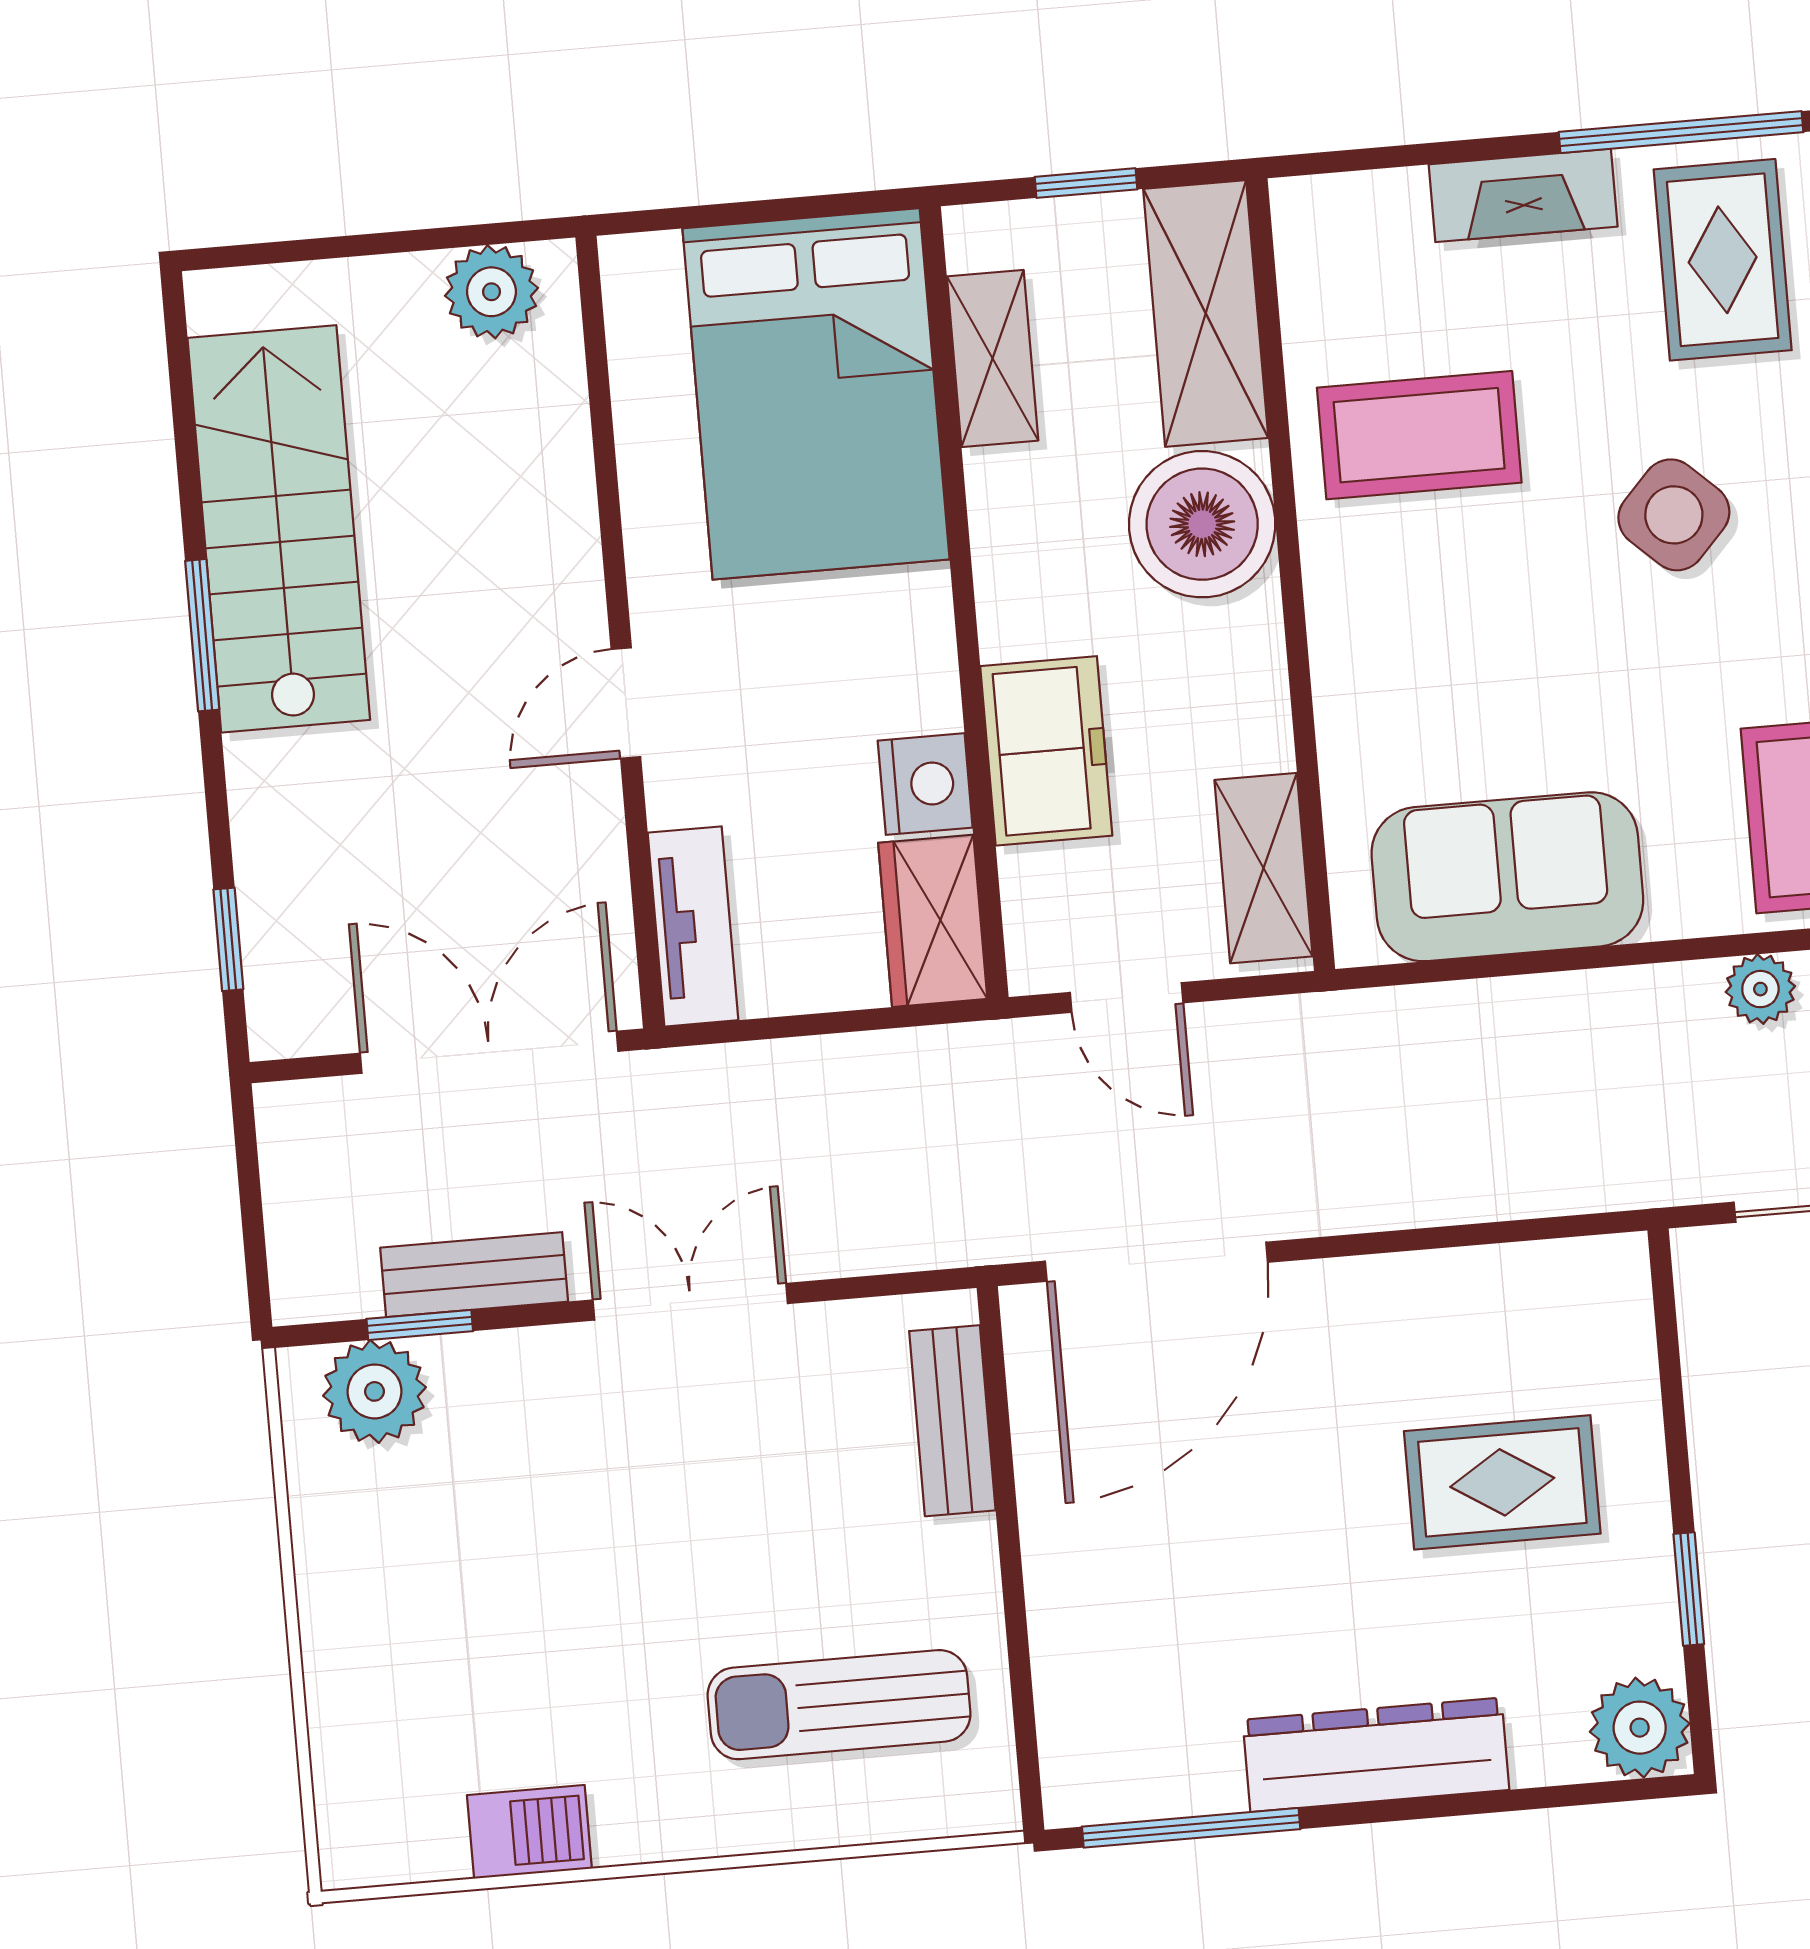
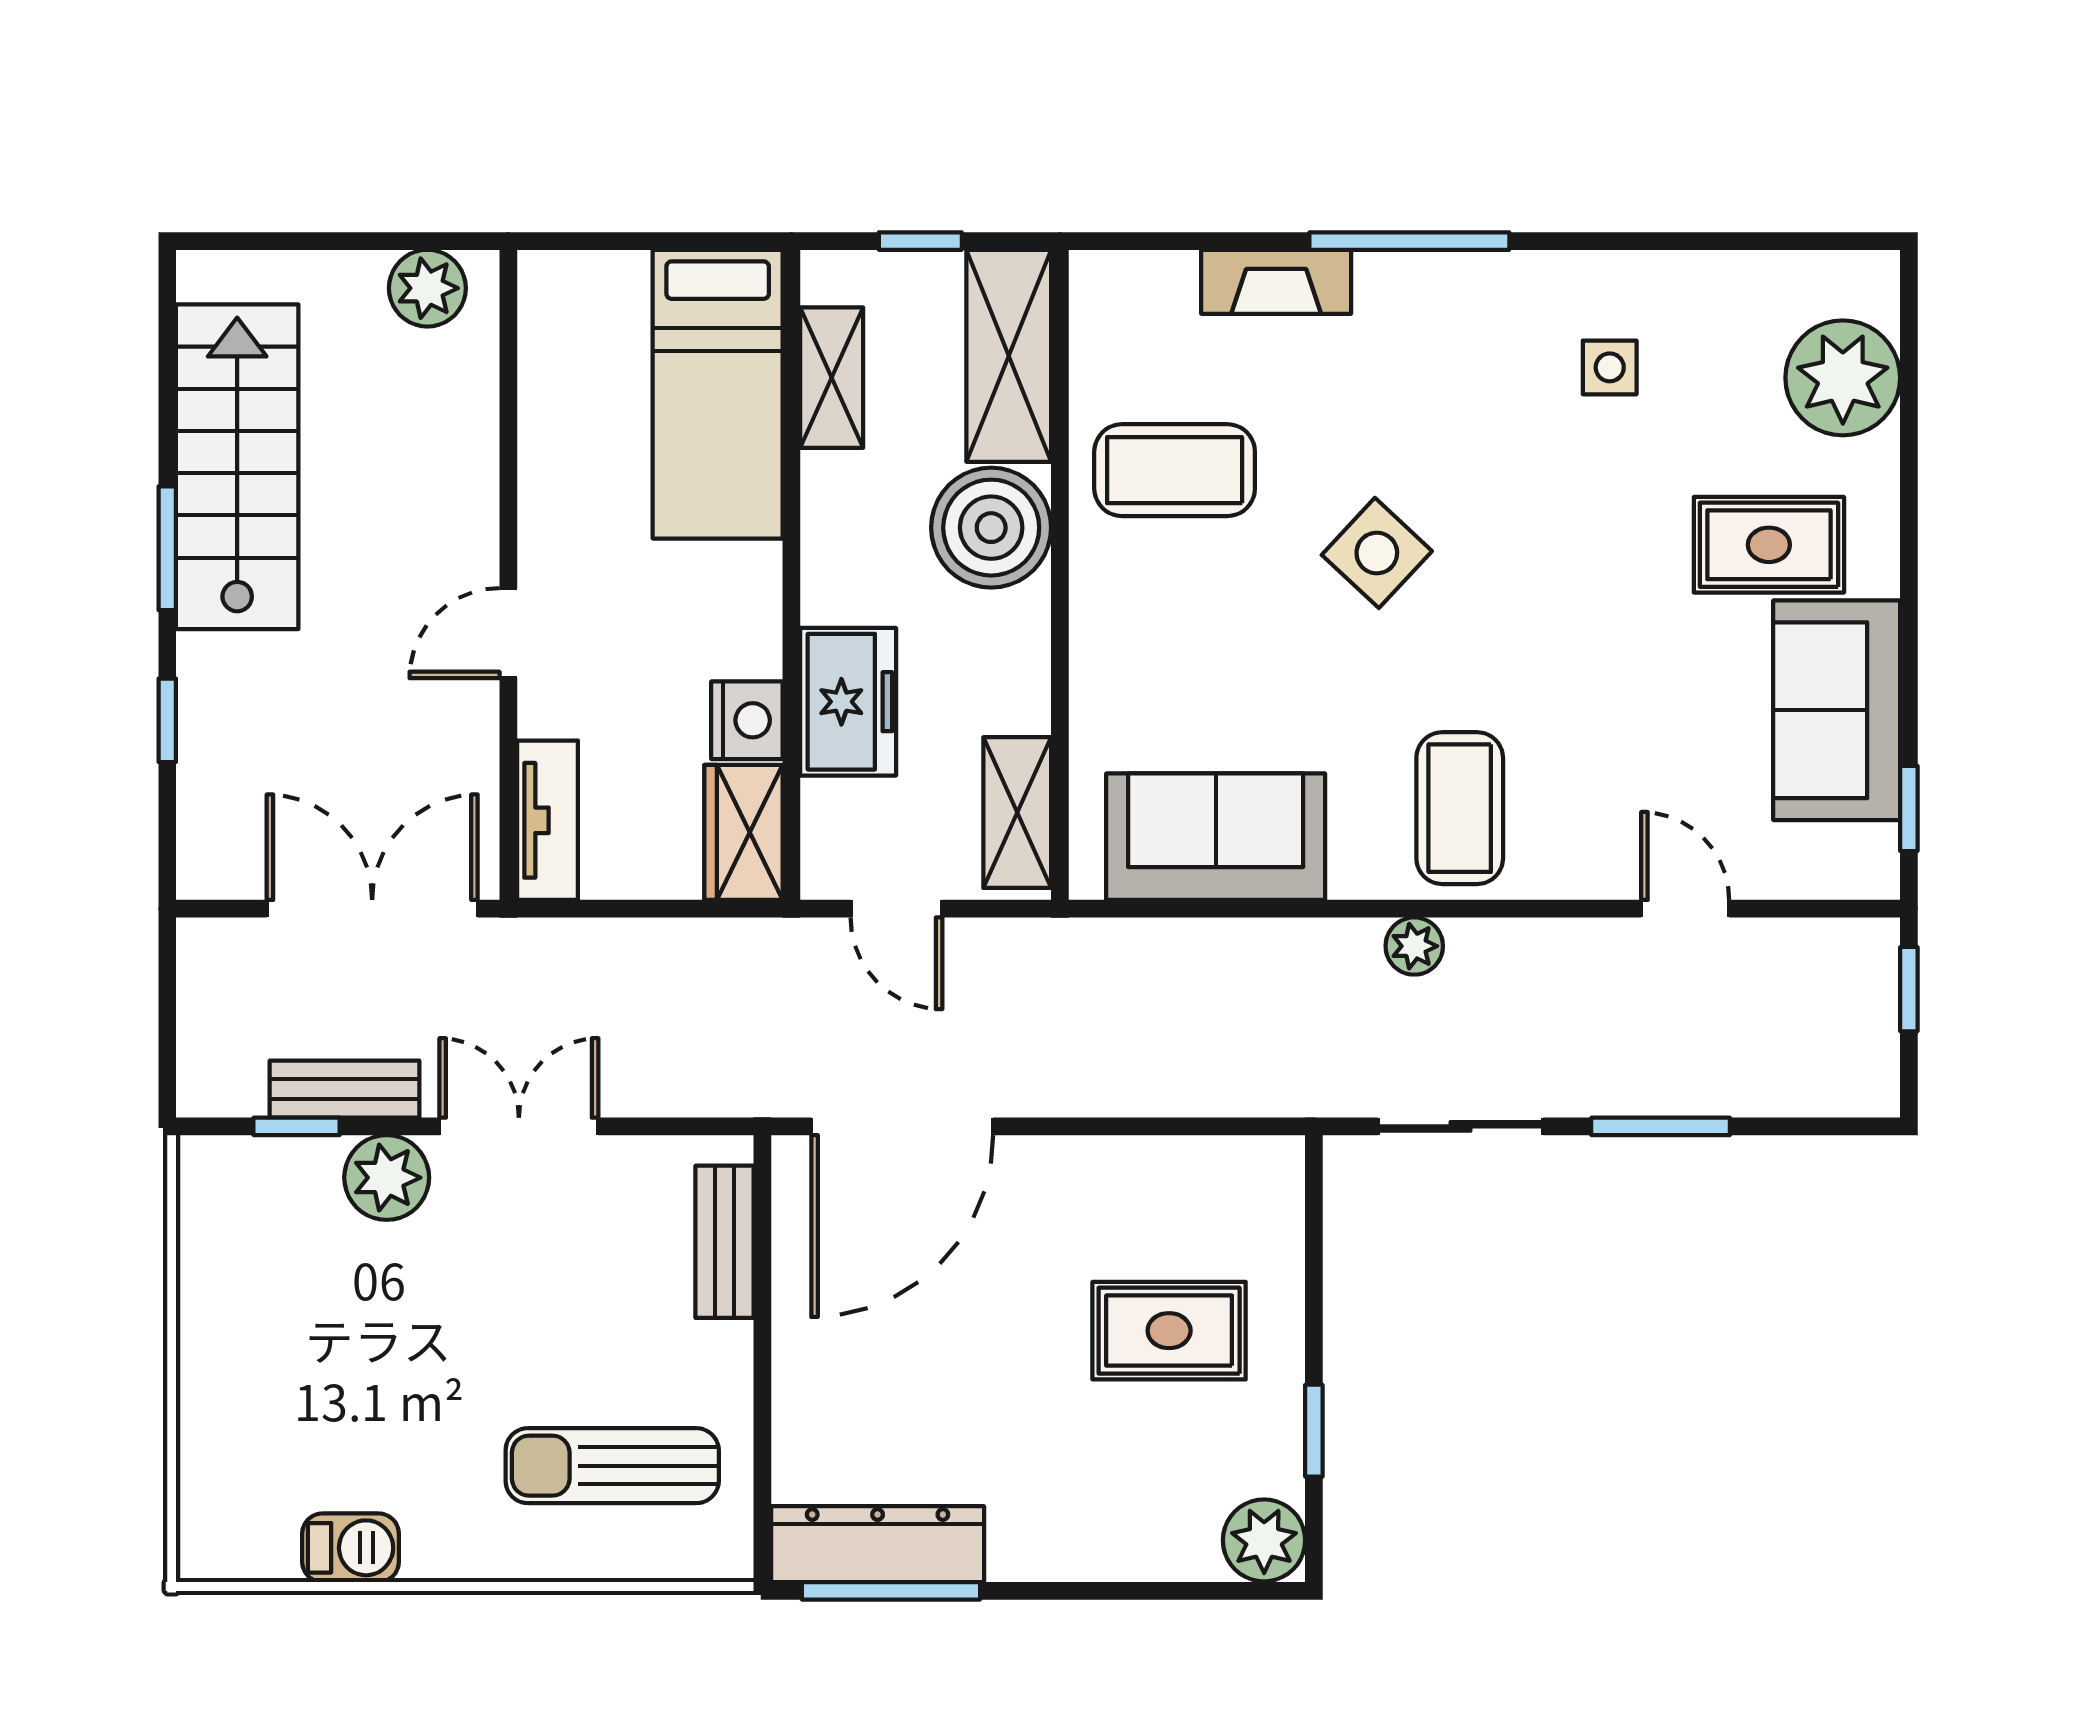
rug: (1723, 260) -> (1434, 348), removed
bed: (816, 394) -> (718, 394), width x0.67
window: (228, 939) -> (167, 720), moved
plant: (374, 1391) -> (387, 1178), moved
dresser: (1376, 1755) -> (878, 1544), moved

